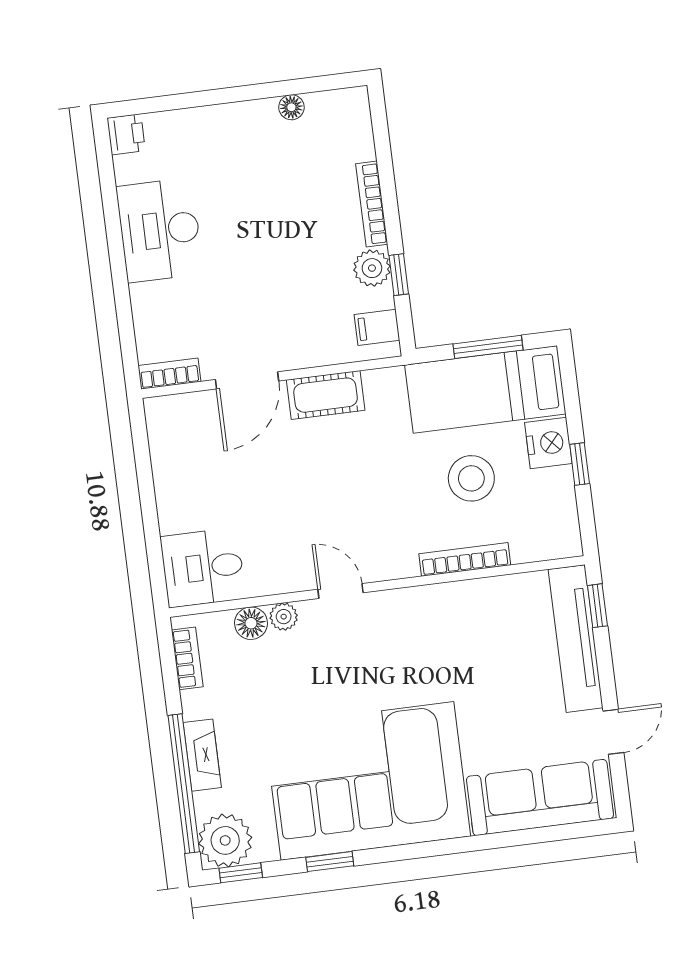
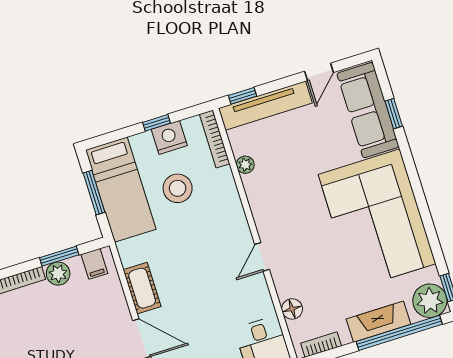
window: (399, 275) -> (59, 256), width x1.50
nightstand: (548, 443) -> (169, 137), moved
bookcase: (465, 559) -> (215, 139), moved
plant: (284, 617) -> (245, 165), moved
door: (613, 732) -> (319, 72), swing flipped
fireplace: (202, 755) -> (378, 322), width x1.37, depth x1.32
window: (330, 862) -> (394, 114), moved

